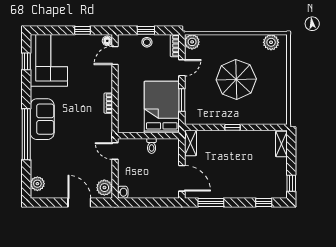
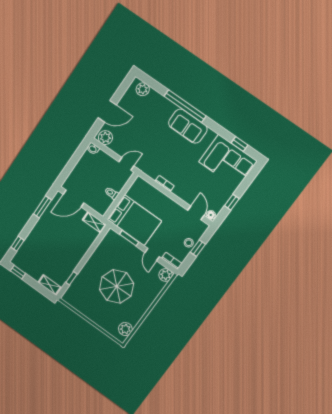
window: (232, 127) -> (71, 278), moved

